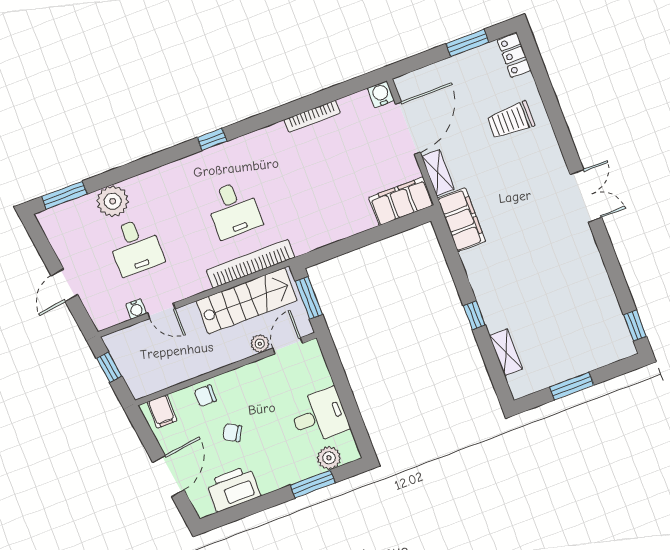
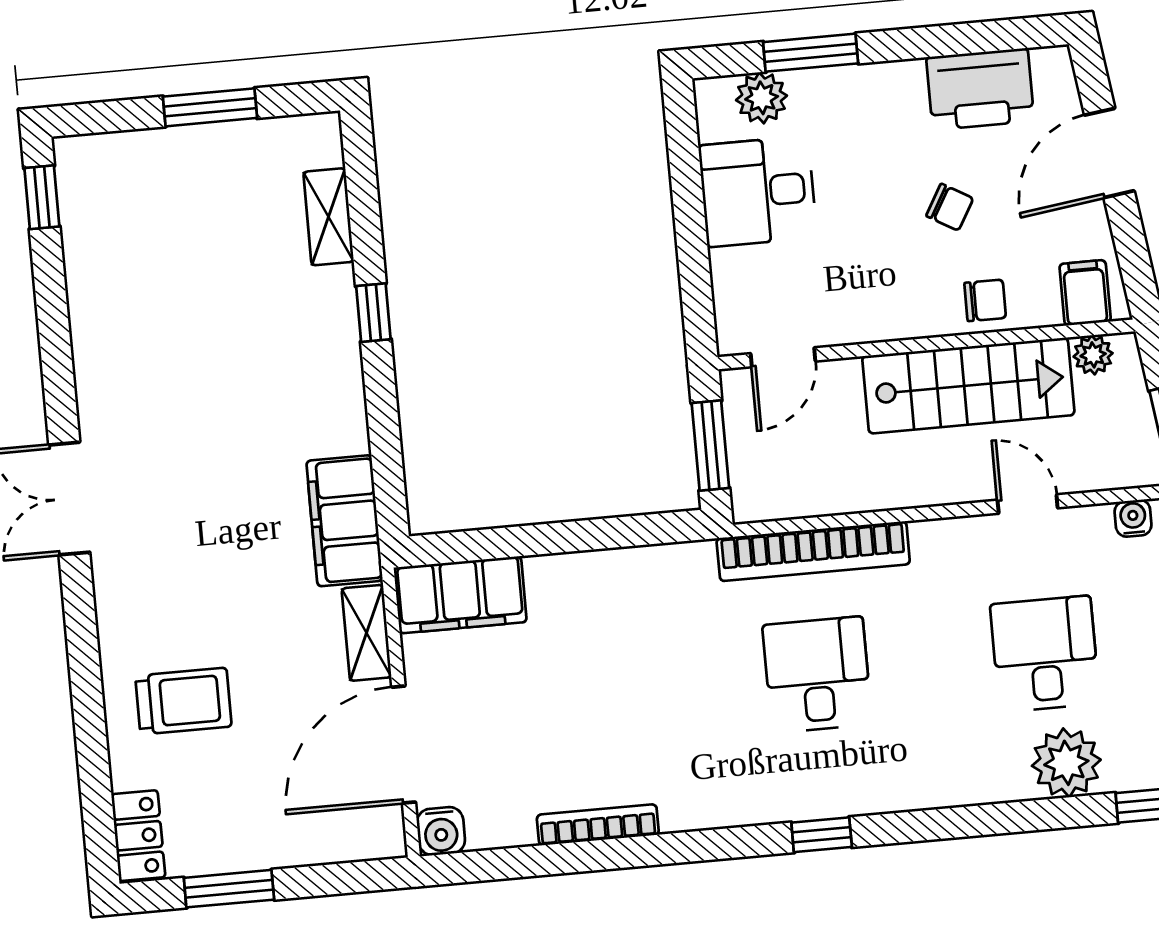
stairs: (247, 301) -> (968, 386), moved, turned 180
water cooler: (136, 309) -> (1133, 518), moved
plant: (260, 344) -> (1093, 355), moved

